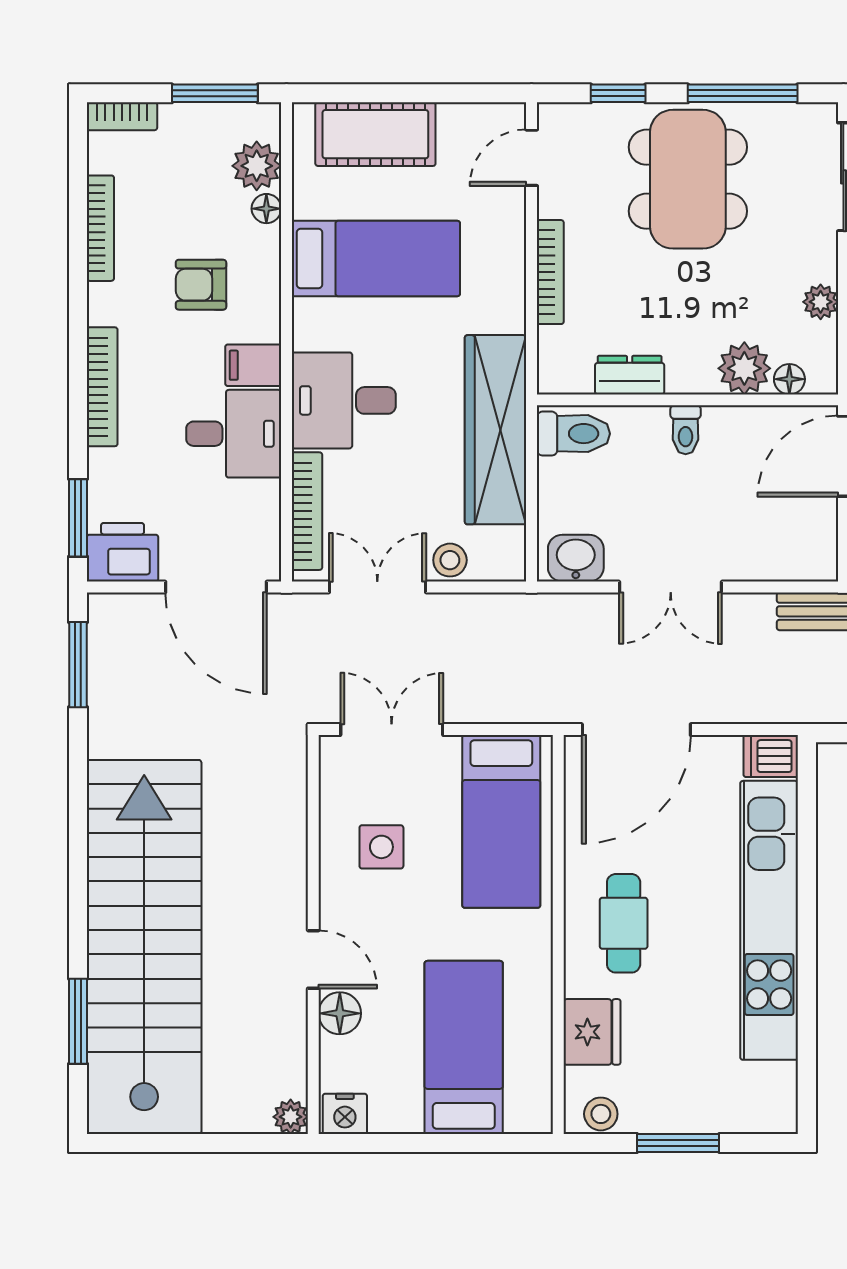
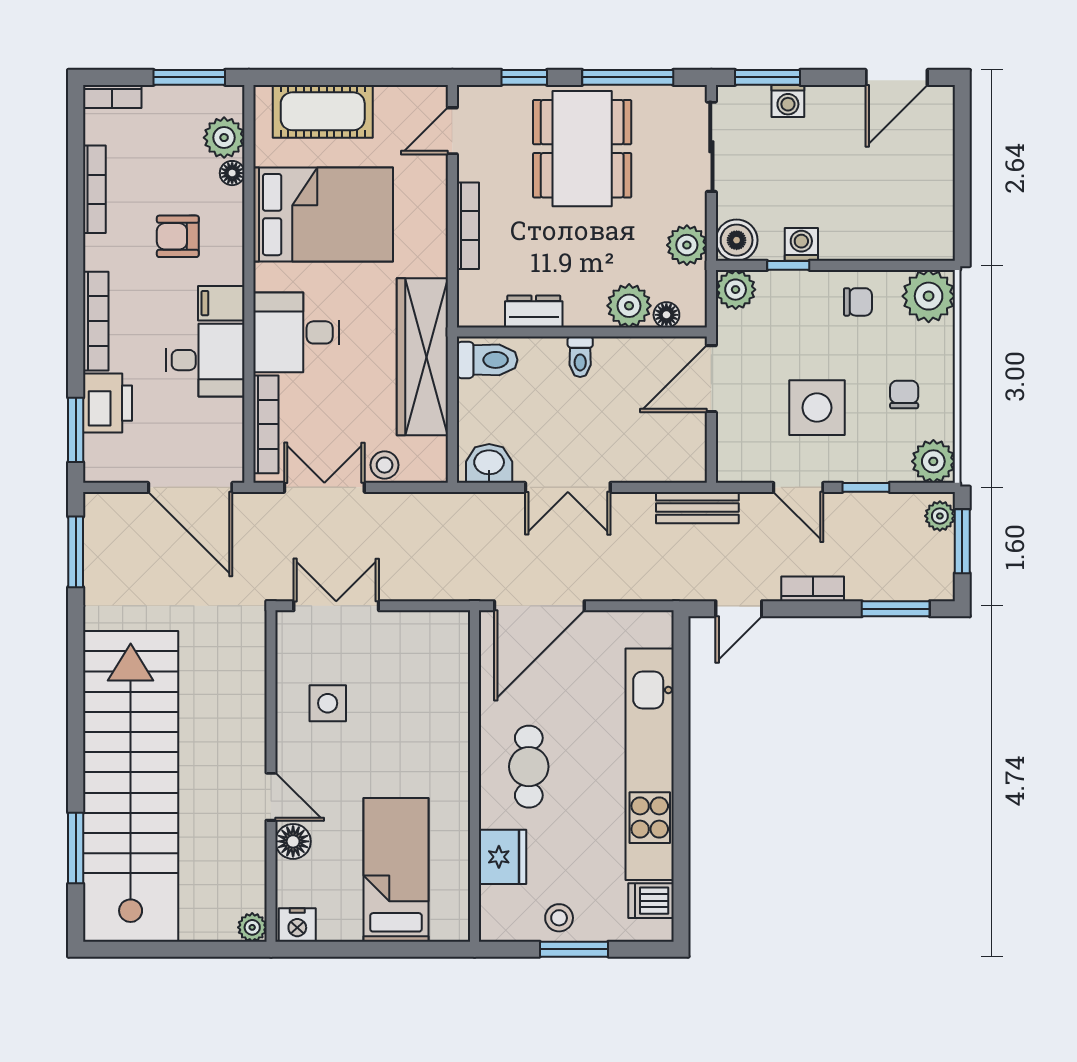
bed: (376, 258) -> (323, 215), width x1.50
plant: (821, 302) -> (687, 245), width x1.38, depth x1.38
printer: (123, 552) -> (107, 403), moved, turned 90
dishwasher: (771, 756) -> (651, 901), moved
bed: (501, 821) -> (427, 682), removed
stool: (601, 1114) -> (559, 918), moved

